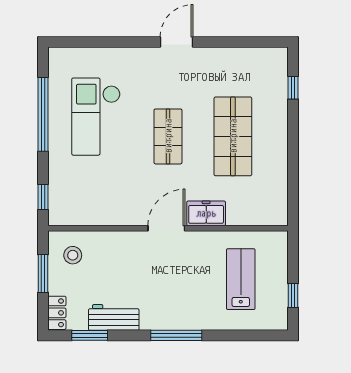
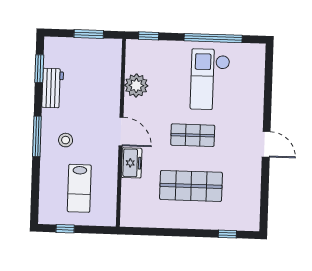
checkout: (96, 117) -> (210, 79), turned -90
plant: (107, 211) -> (136, 85), added
stool: (73, 255) -> (66, 140), moved
lab bench: (241, 279) -> (79, 188), turned 90
locker: (57, 313) -> (58, 44), removed

